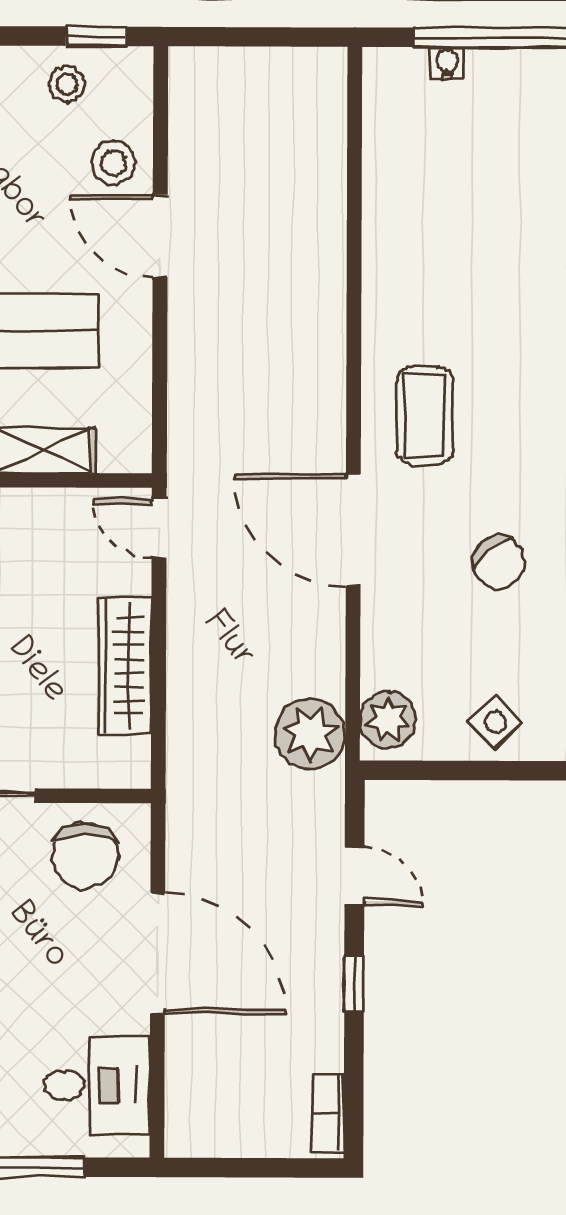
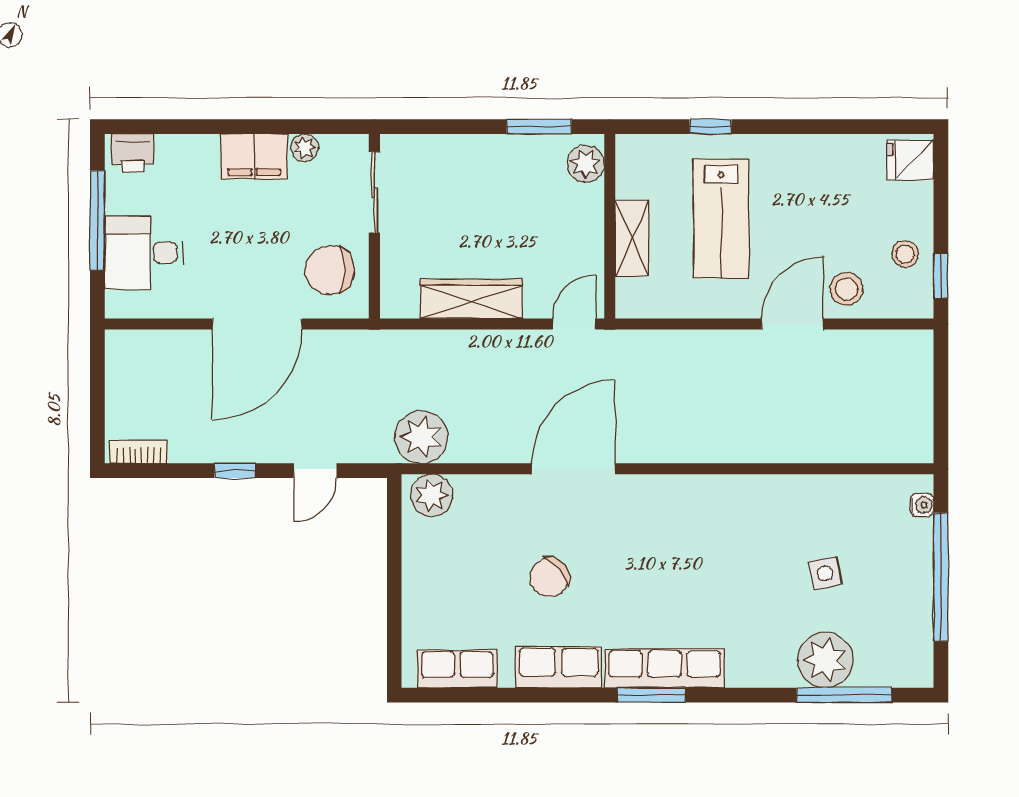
water cooler: (447, 63) -> (922, 505), moved
coffee table: (425, 416) -> (659, 522), removed
side table: (495, 722) -> (825, 573), moved, turned 32
desk: (97, 1085) -> (144, 253), moved, turned 90

